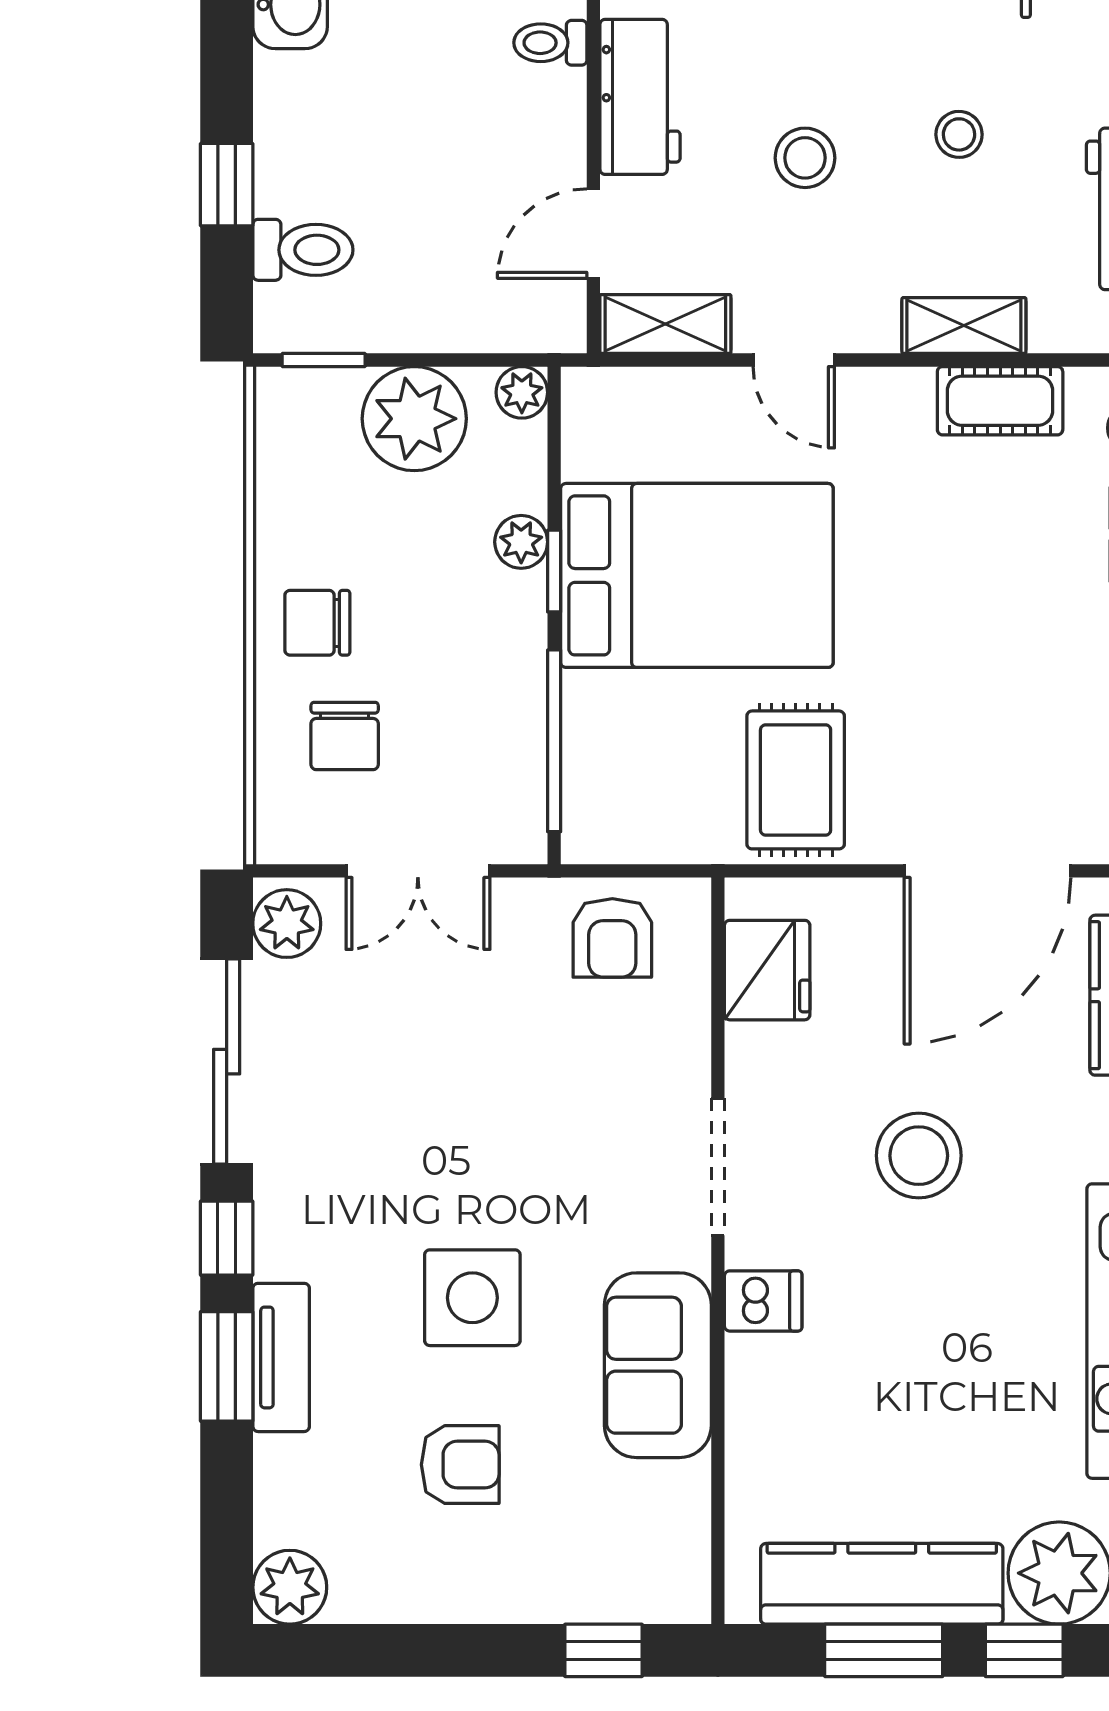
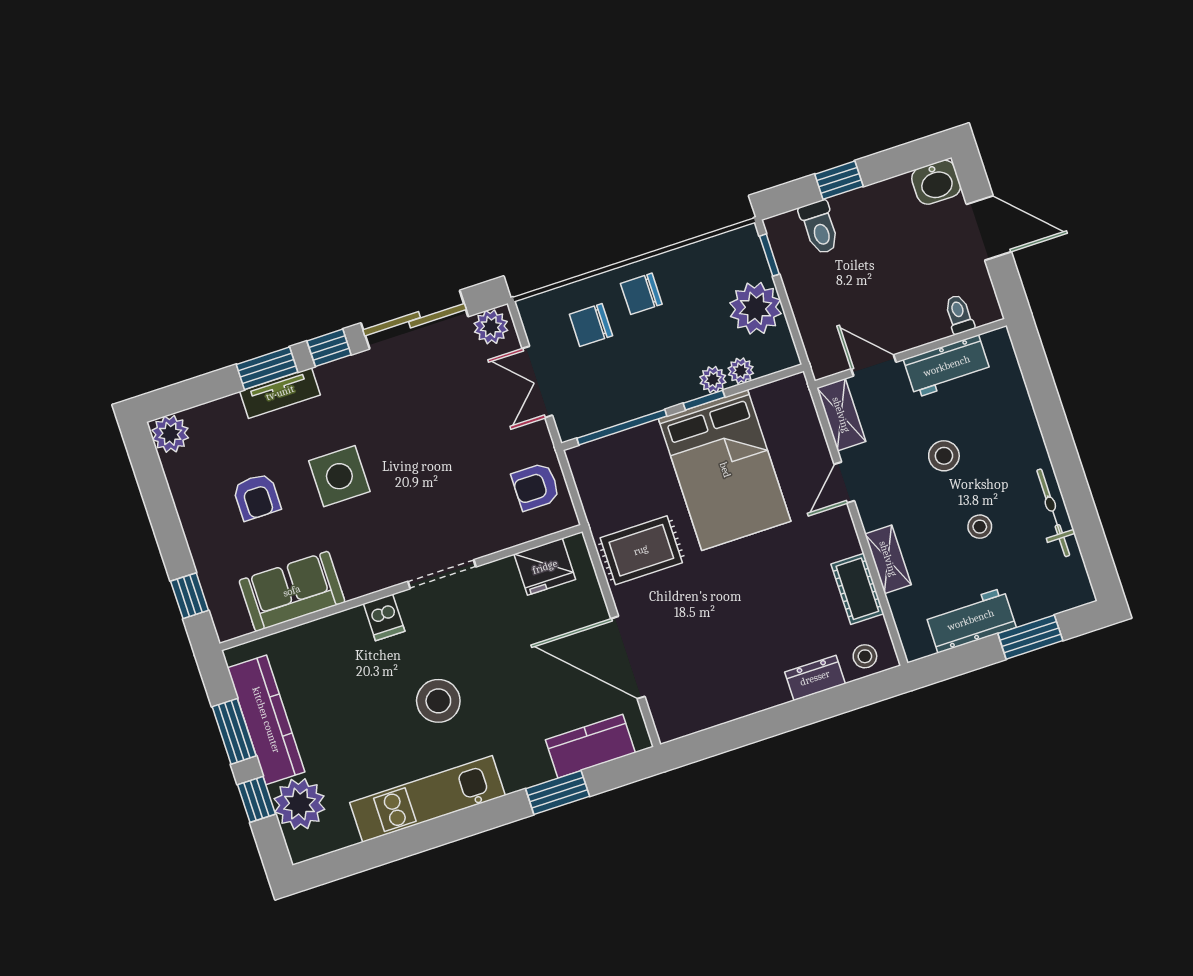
plant: (522, 392) -> (741, 371), moved
chair: (317, 623) -> (641, 294), turned -90
stool: (919, 1156) -> (438, 701), moved
sofa: (658, 1365) -> (292, 591), moved

